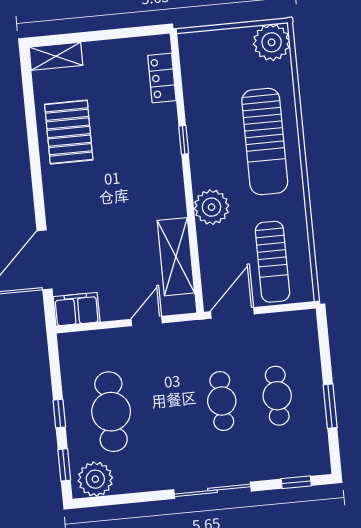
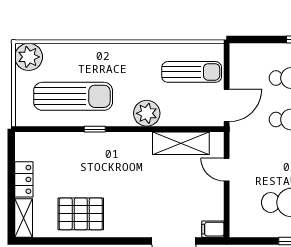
locker: (162, 78) -> (24, 179), moved, turned -90
sun lounger: (265, 141) -> (73, 96), moved
filing cabinet: (77, 309) -> (213, 229), width x0.50
door: (232, 313) -> (227, 105), swing flipped

